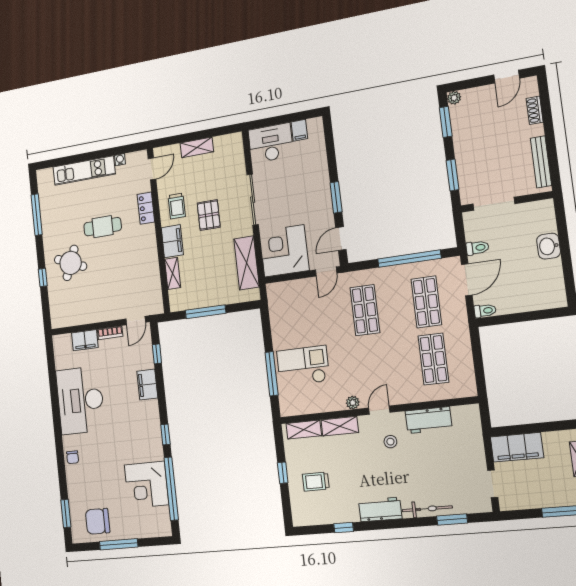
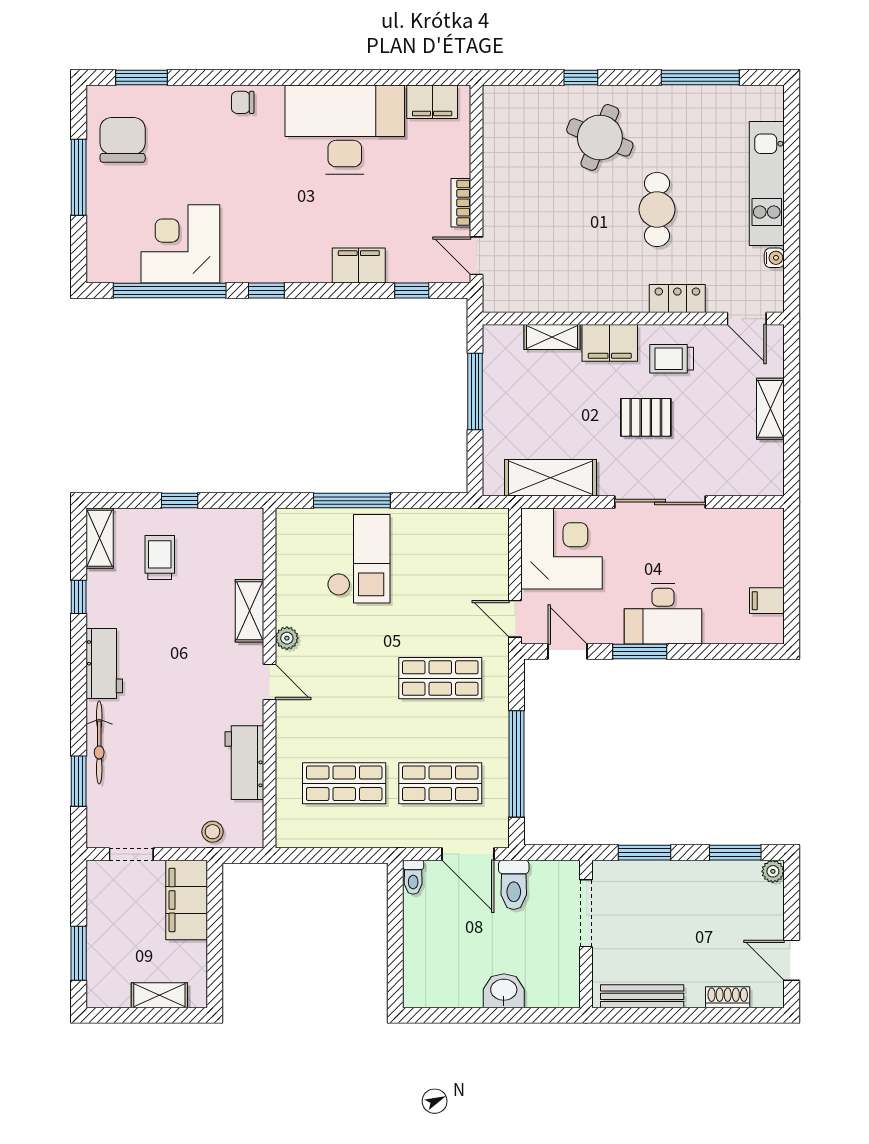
desk: (271, 143) -> (663, 614), moved, turned 90
toilet: (477, 248) -> (514, 885), width x1.37, depth x1.39
filing cabinet: (85, 340) -> (432, 102), moved, turned -90
shelving: (304, 430) -> (100, 538), moved
stool: (390, 442) -> (213, 832), moved

